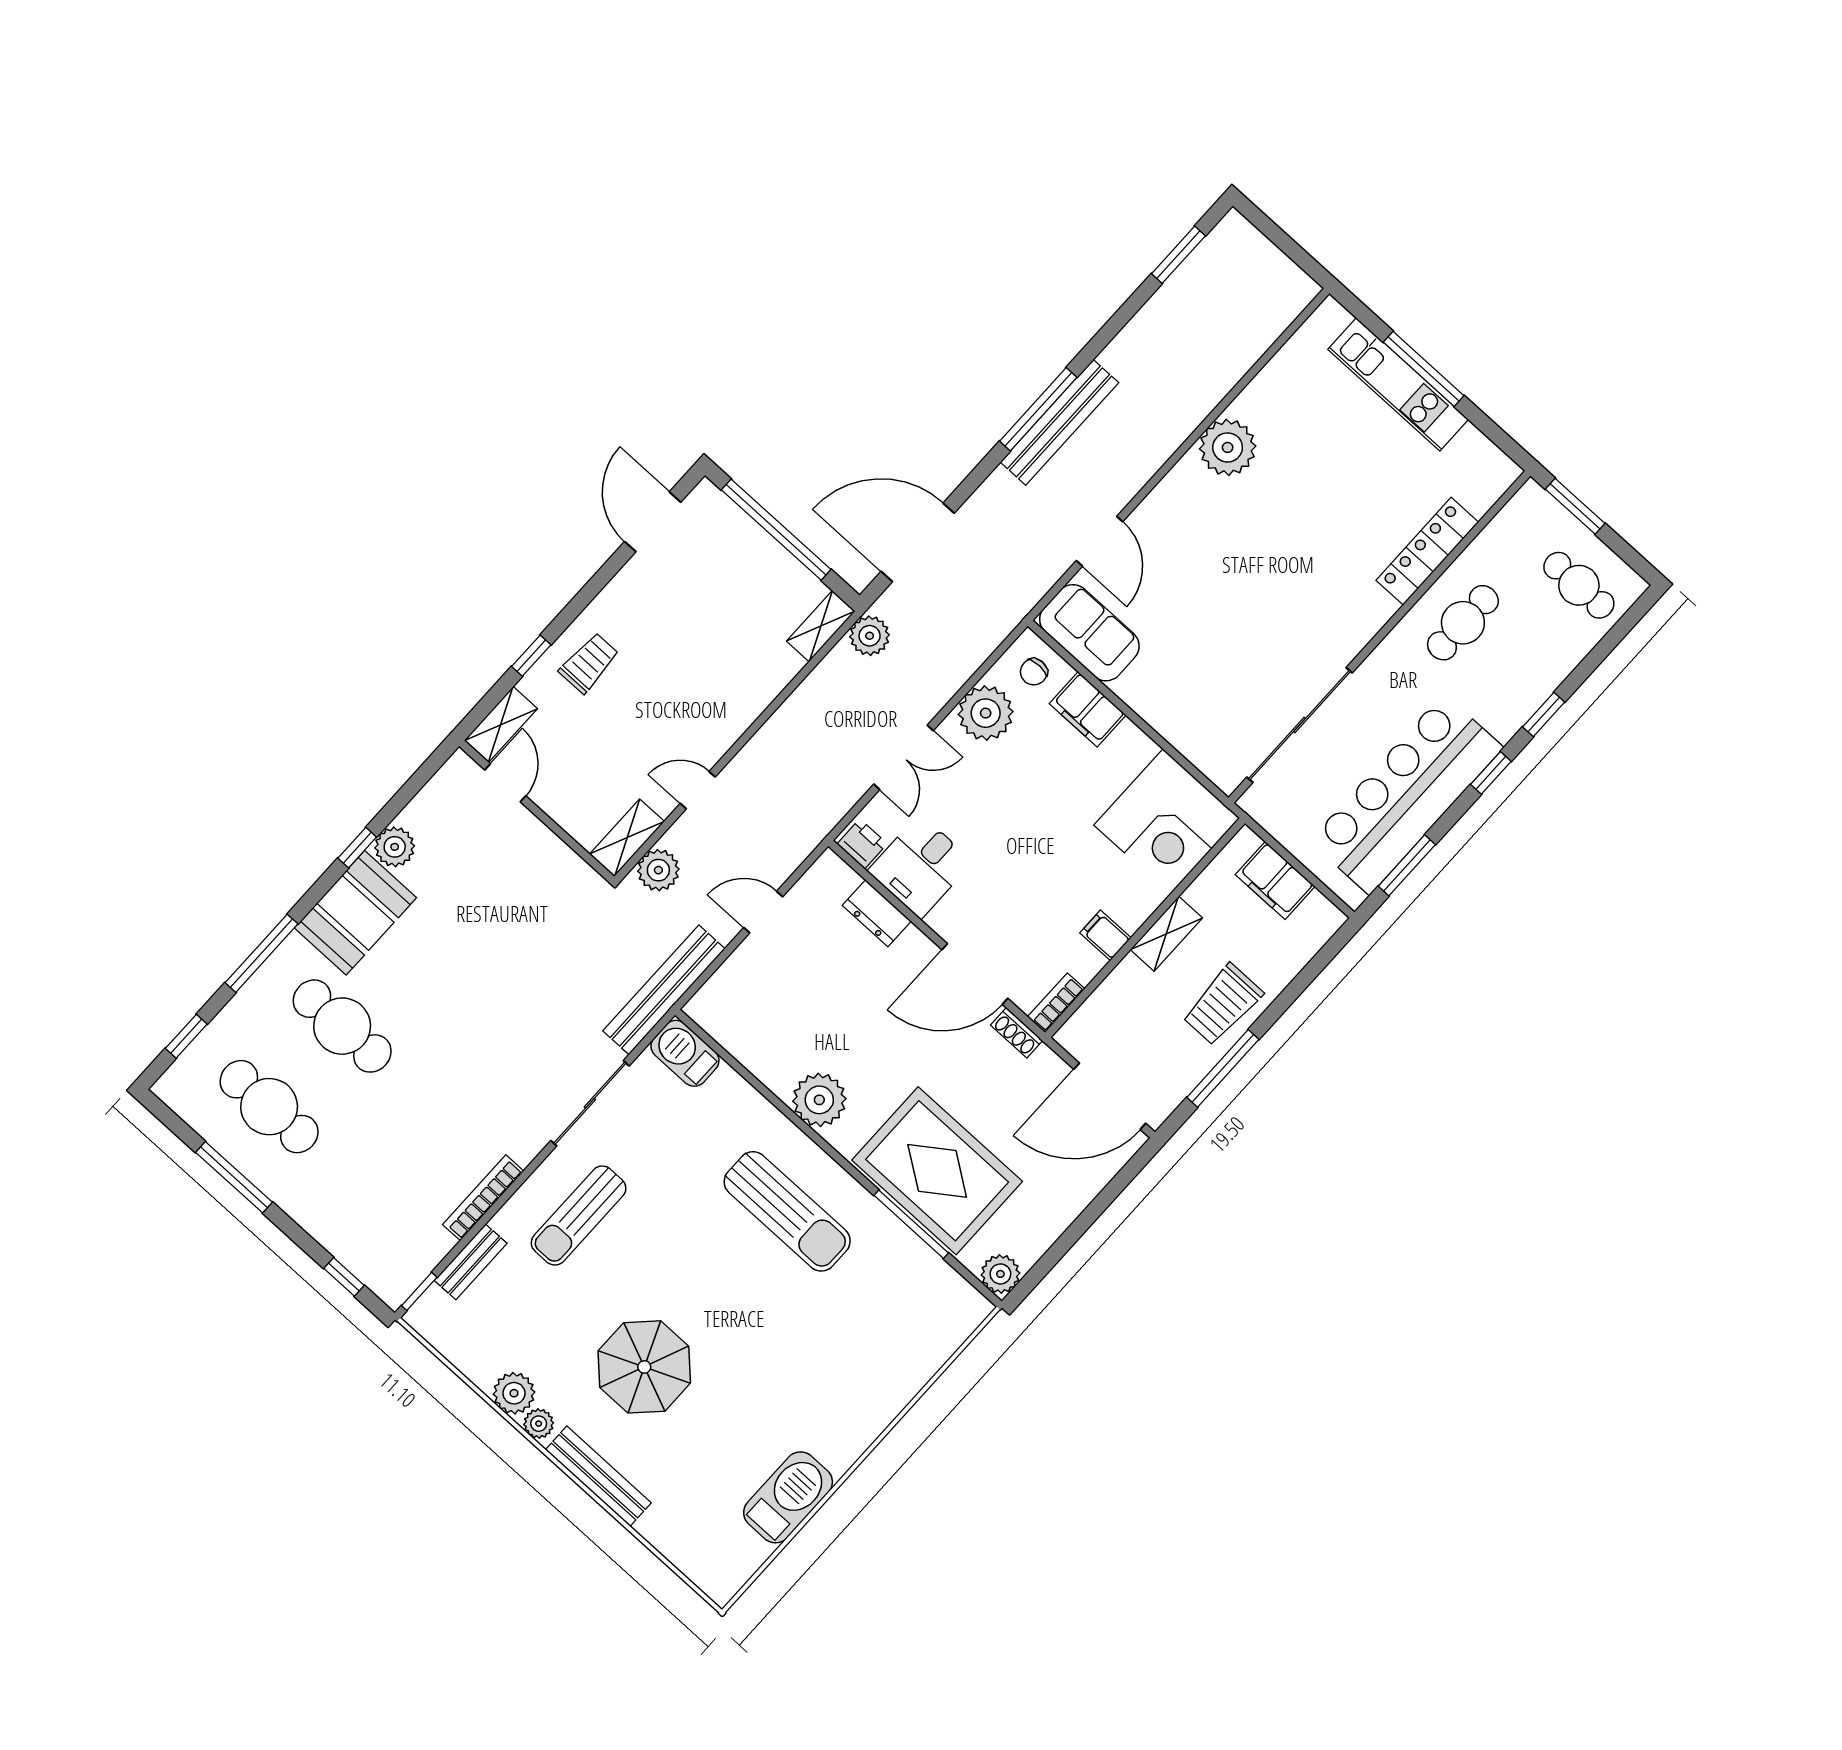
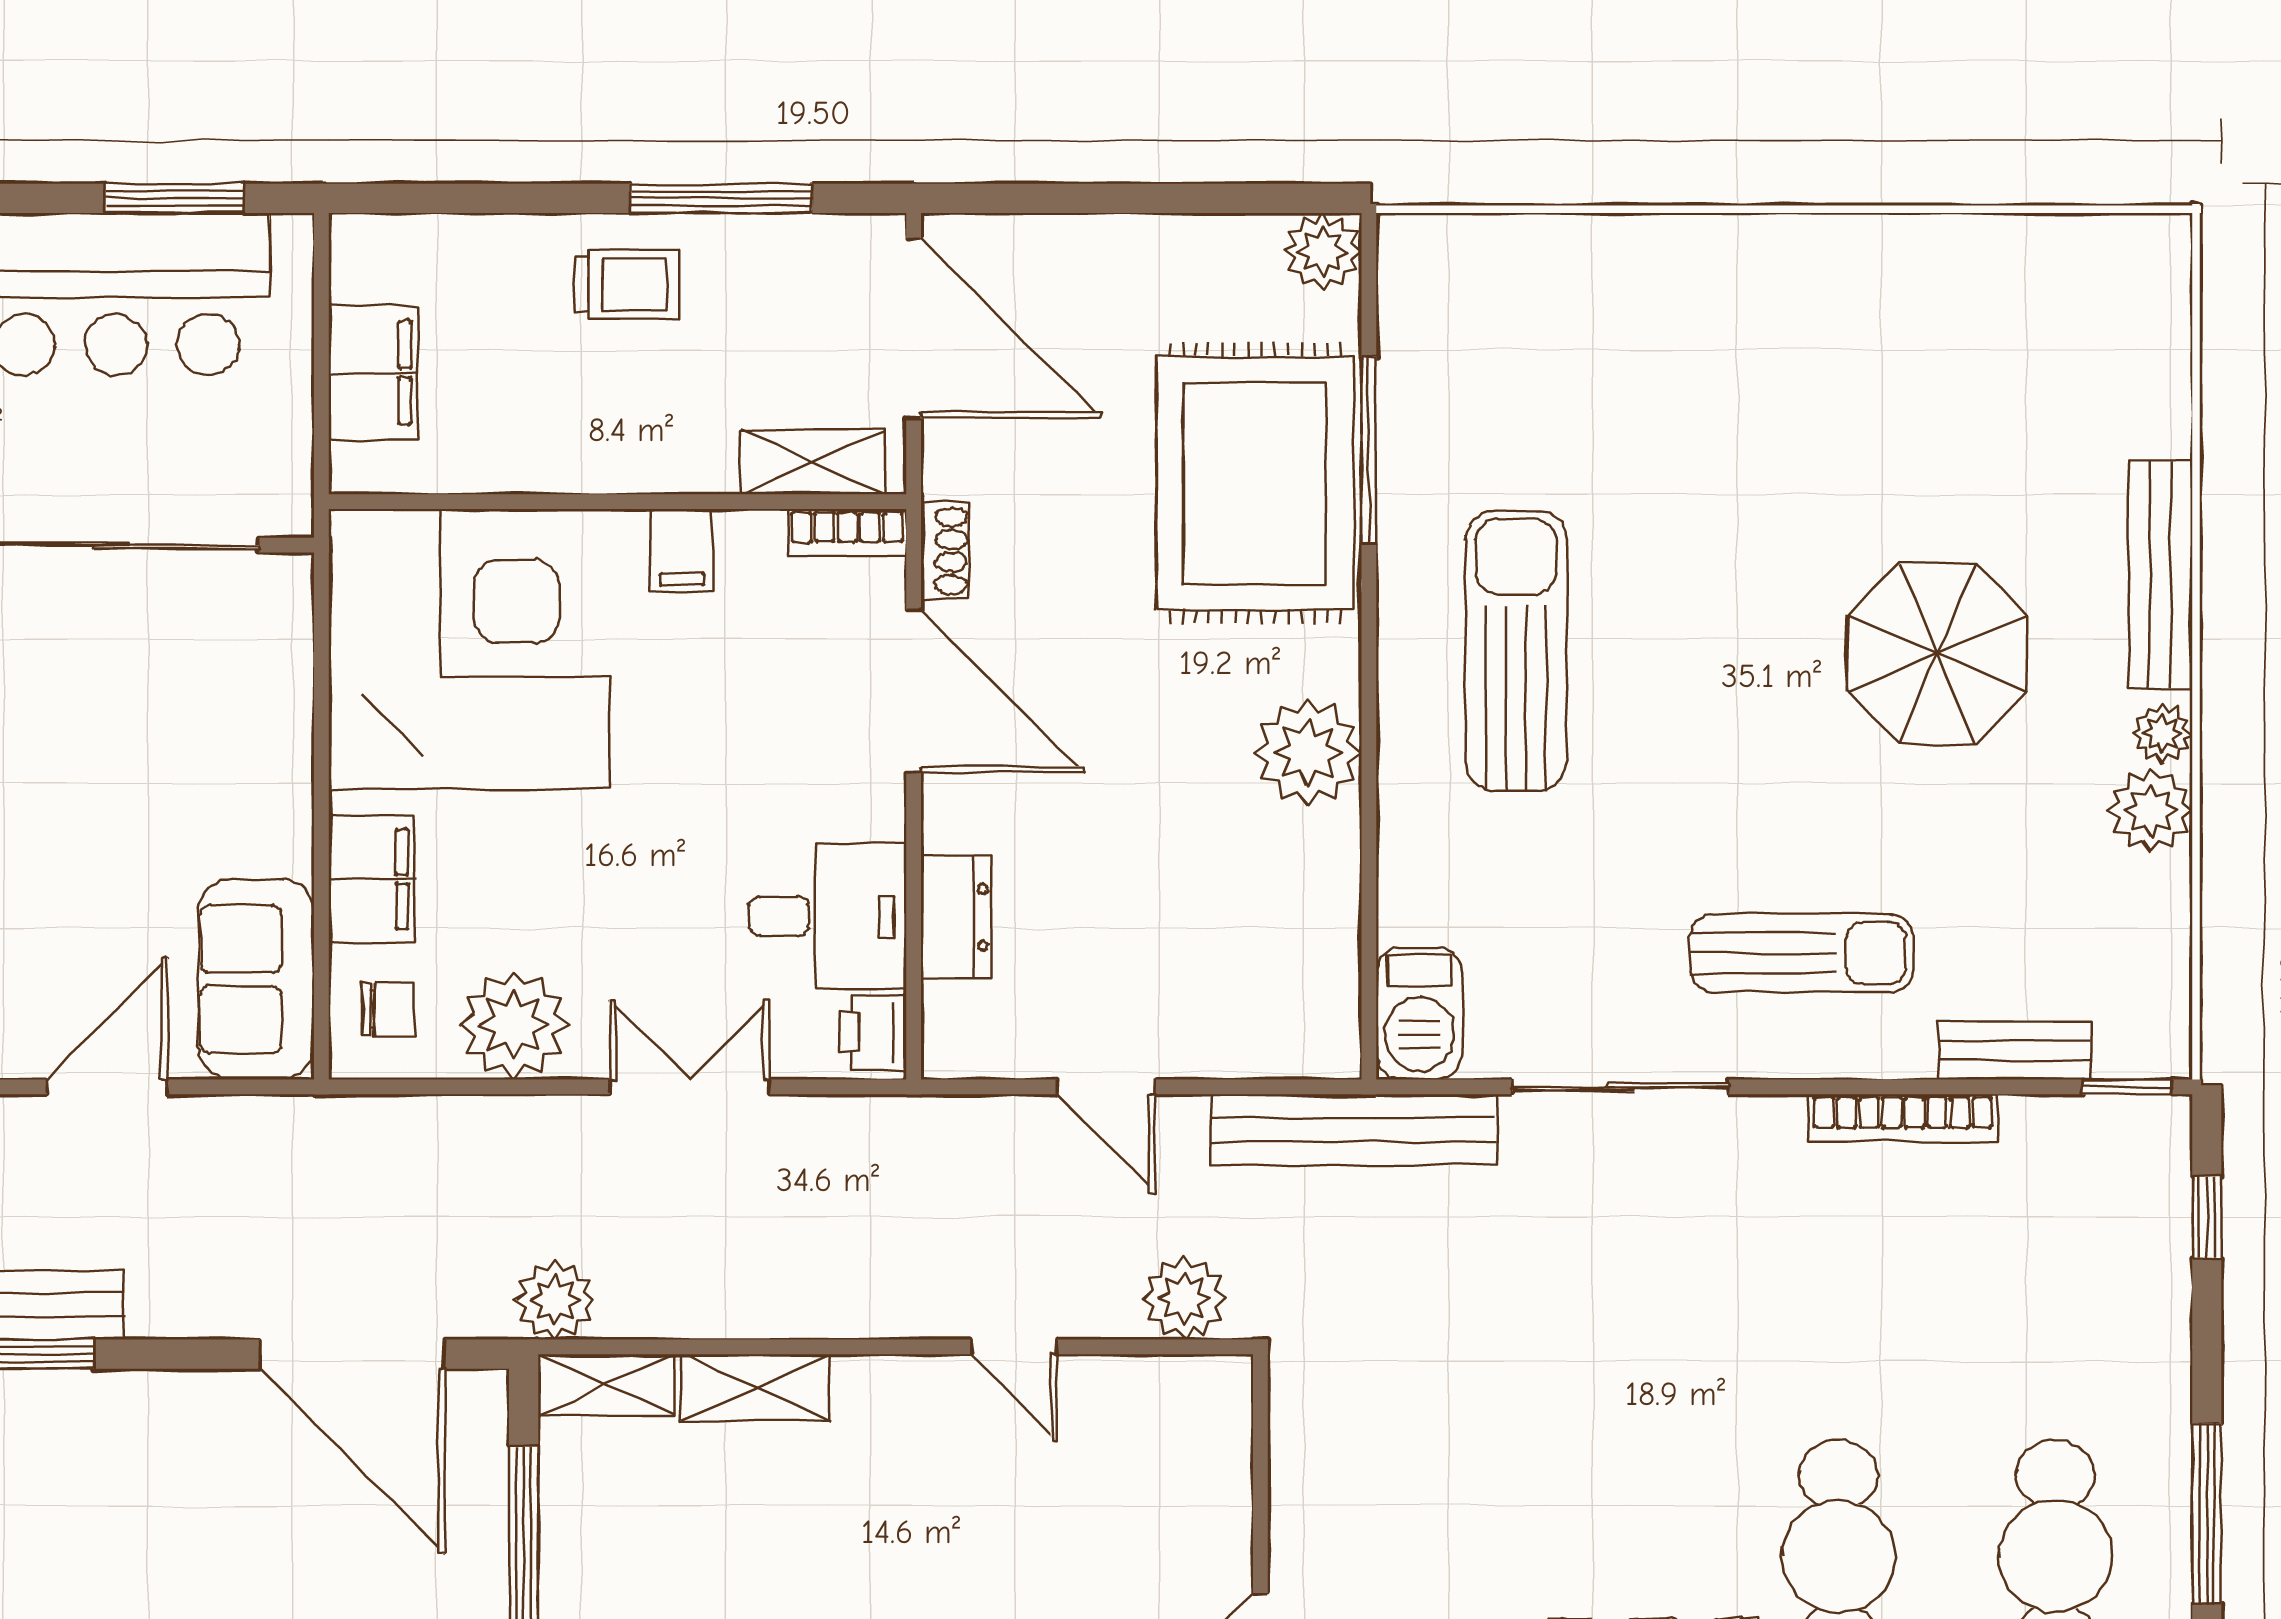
corner desk: (1167, 822) -> (469, 649), width x1.36, depth x1.36
shelving: (627, 838) -> (755, 1388), moved
shelving: (1166, 934) -> (813, 462), moved
trolley: (1223, 1005) -> (627, 284), width x0.73, depth x0.72
barbecue: (788, 1497) -> (1937, 266), removed

